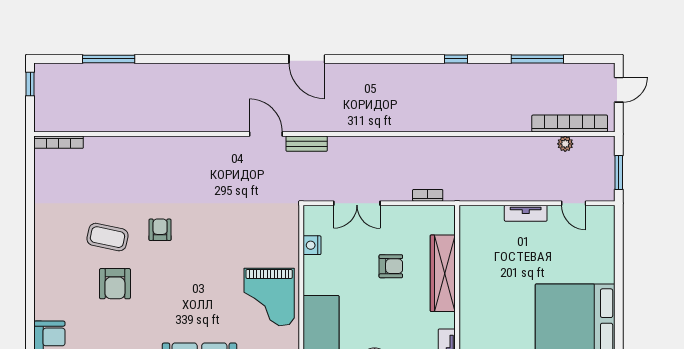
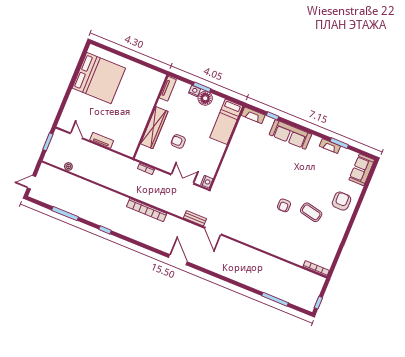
bookcase: (570, 123) -> (147, 210), moved
nightstand: (312, 245) -> (207, 182), moved
armchair: (115, 284) -> (342, 201), moved
grand piano: (269, 297) -> (244, 151), removed

